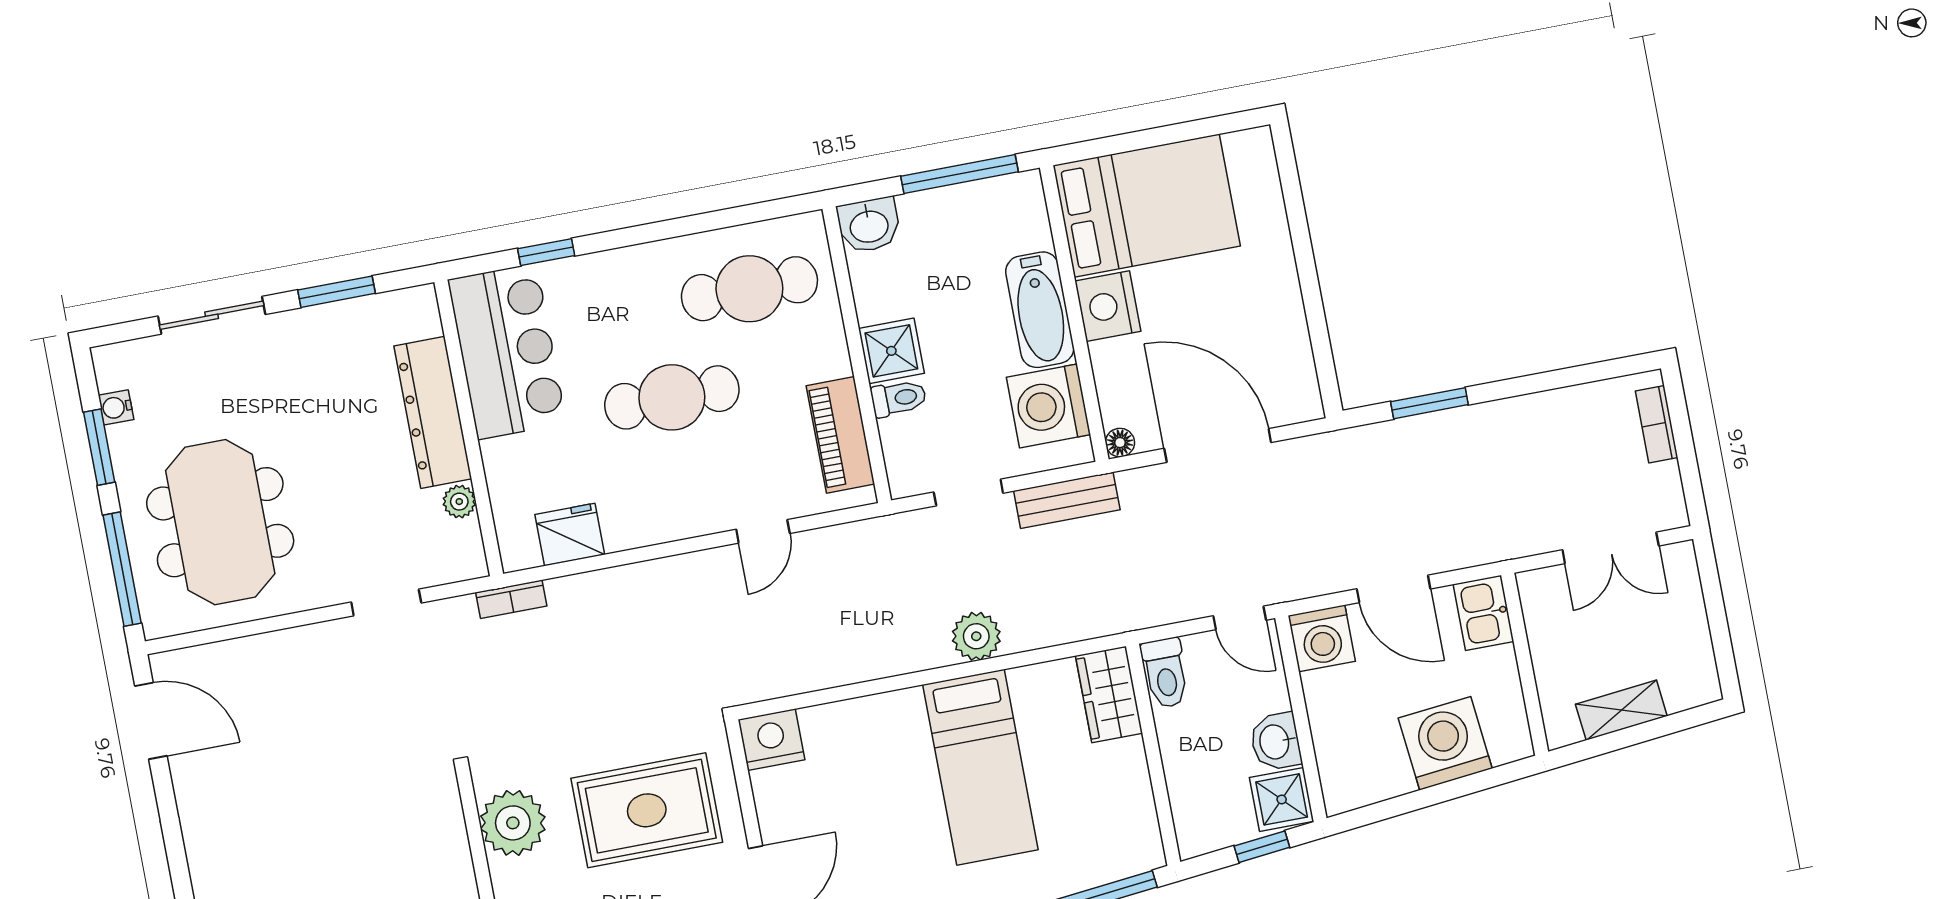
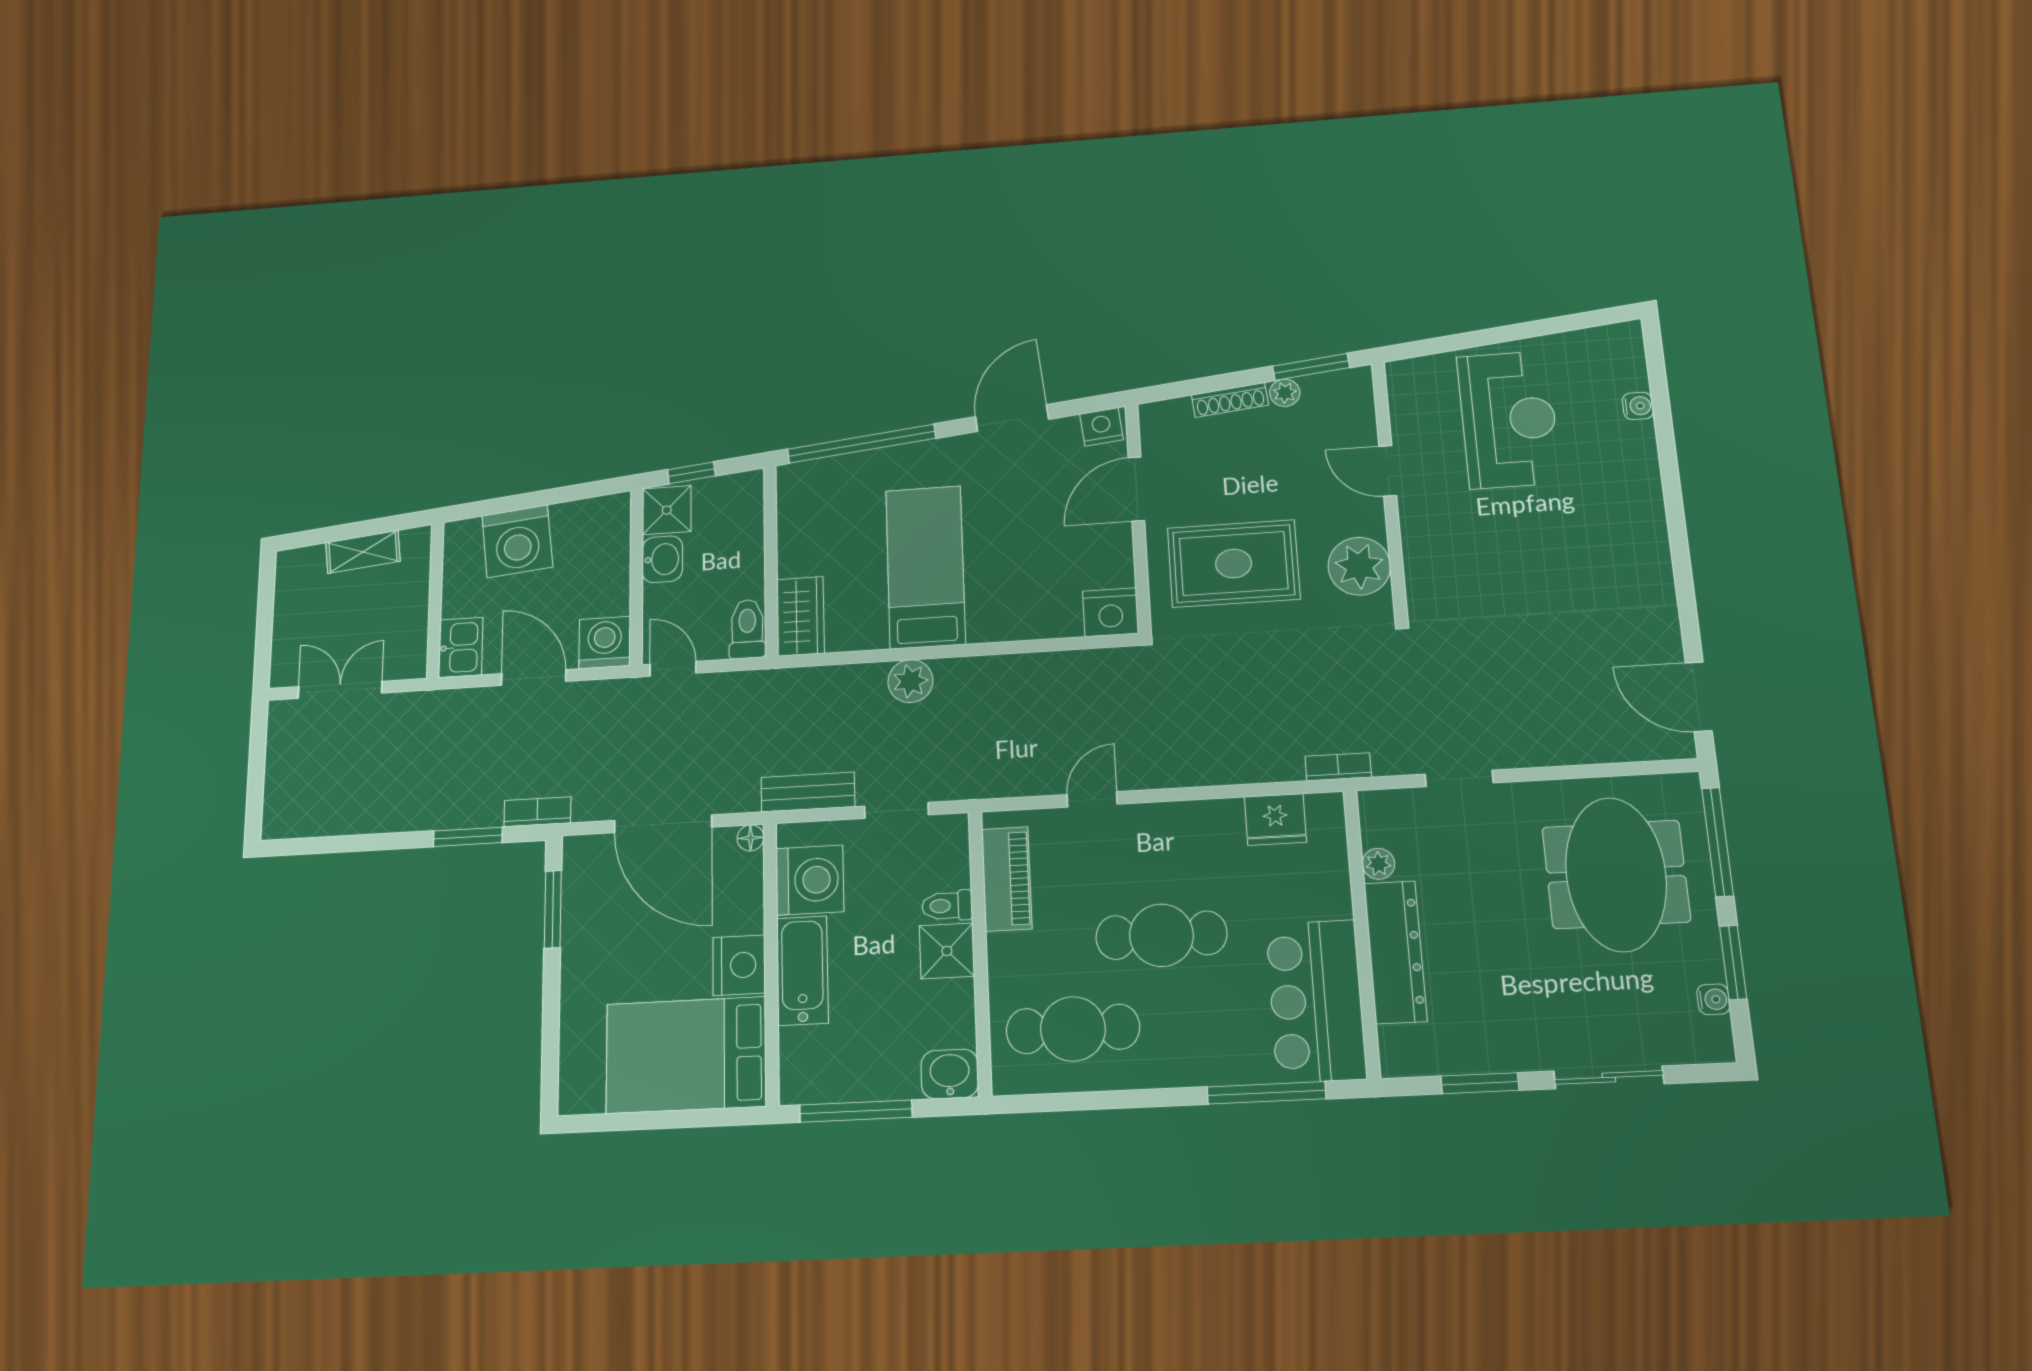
window: (546, 252) -> (1266, 1093), width x2.17
window: (1320, 338) -> (553, 909), added
bookcase: (1657, 424) -> (537, 812), moved, turned -90

